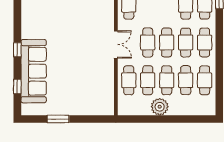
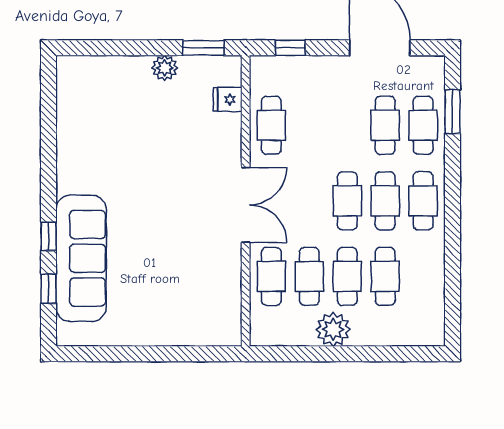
cafe table: (148, 42) -> (309, 201), removed
double door: (116, 45) -> (246, 205), width x1.37
window: (17, 50) -> (49, 236), moved
cafe table: (205, 80) -> (423, 276), removed
window: (58, 119) -> (130, 354), removed

